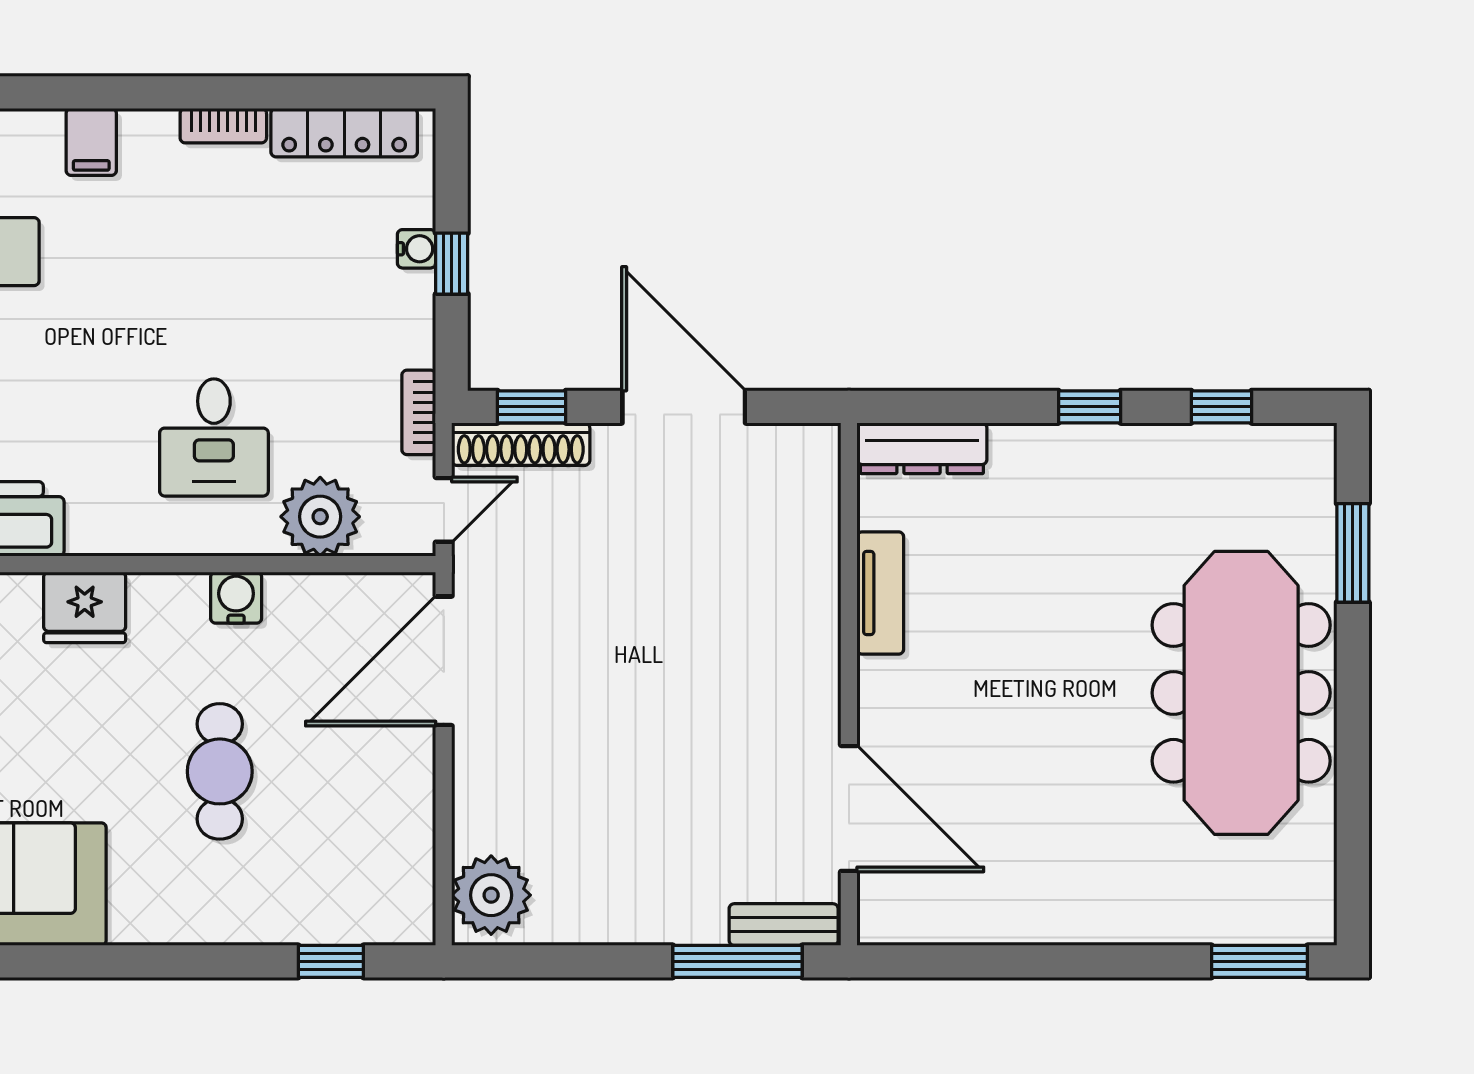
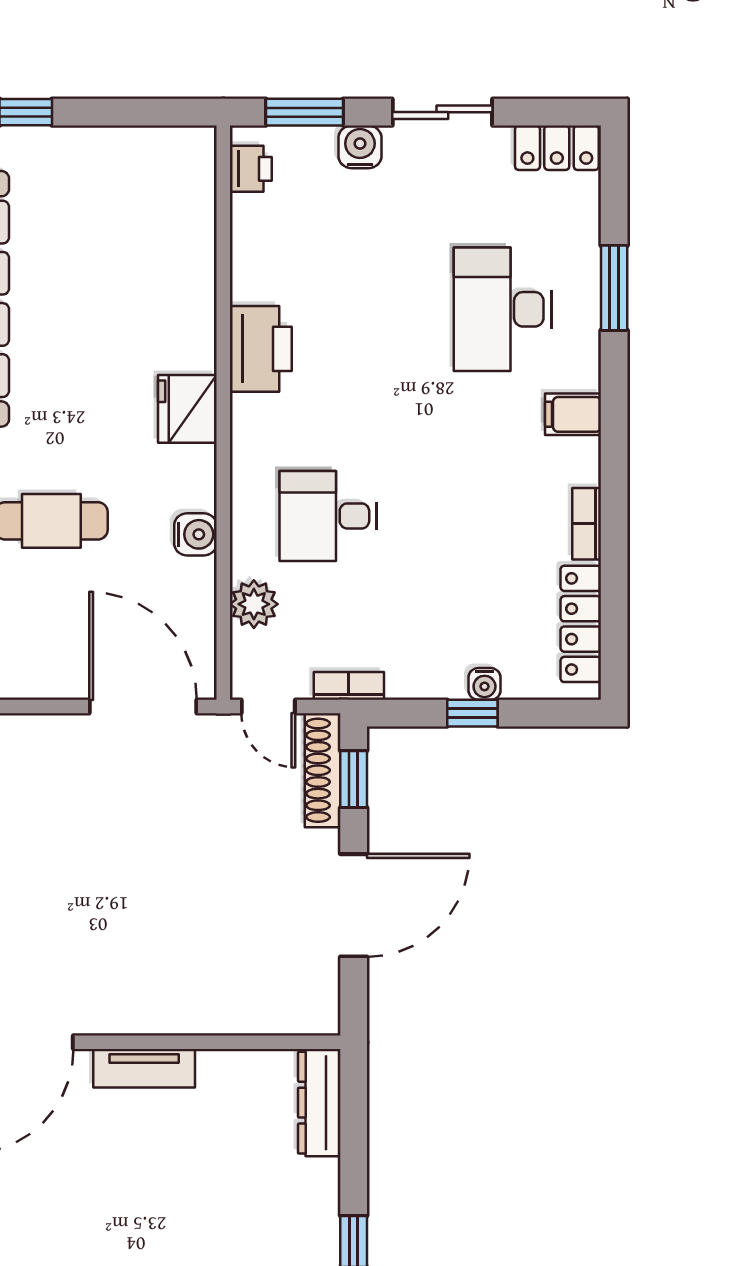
plant: (320, 517) -> (254, 604), width x0.73, depth x0.73
tv unit: (880, 593) -> (144, 1068), moved

